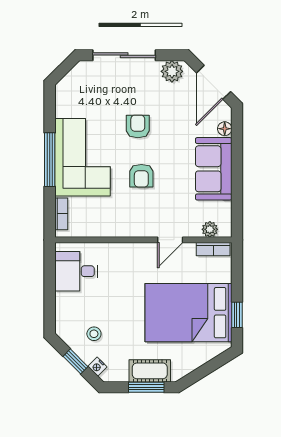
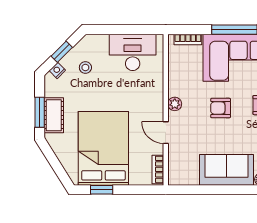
plant: (210, 229) -> (175, 104), moved
desk: (76, 271) -> (133, 52), width x1.37

